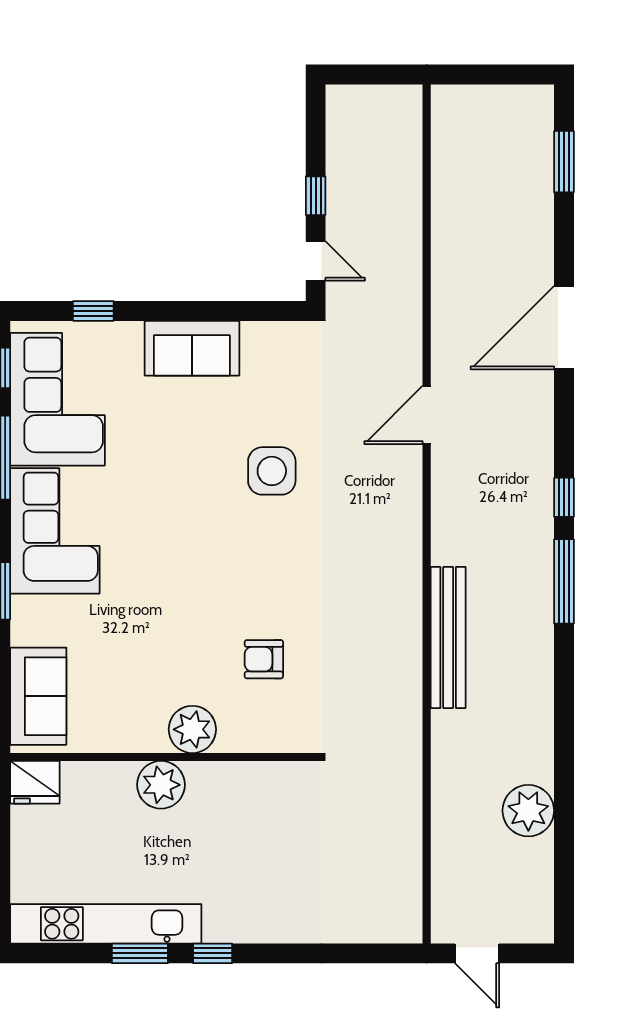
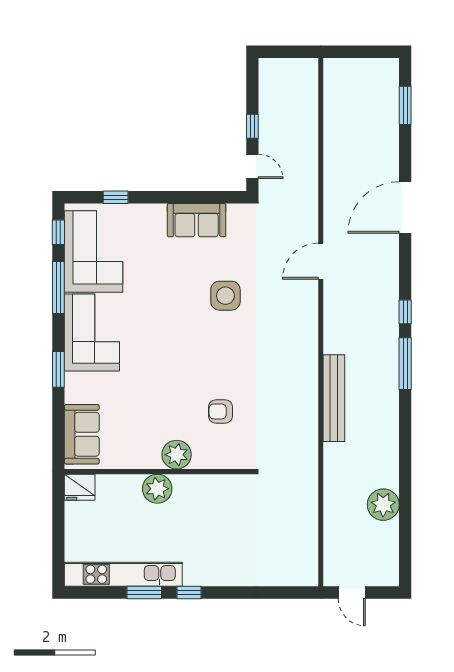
sofa: (192, 348) -> (197, 220), moved

